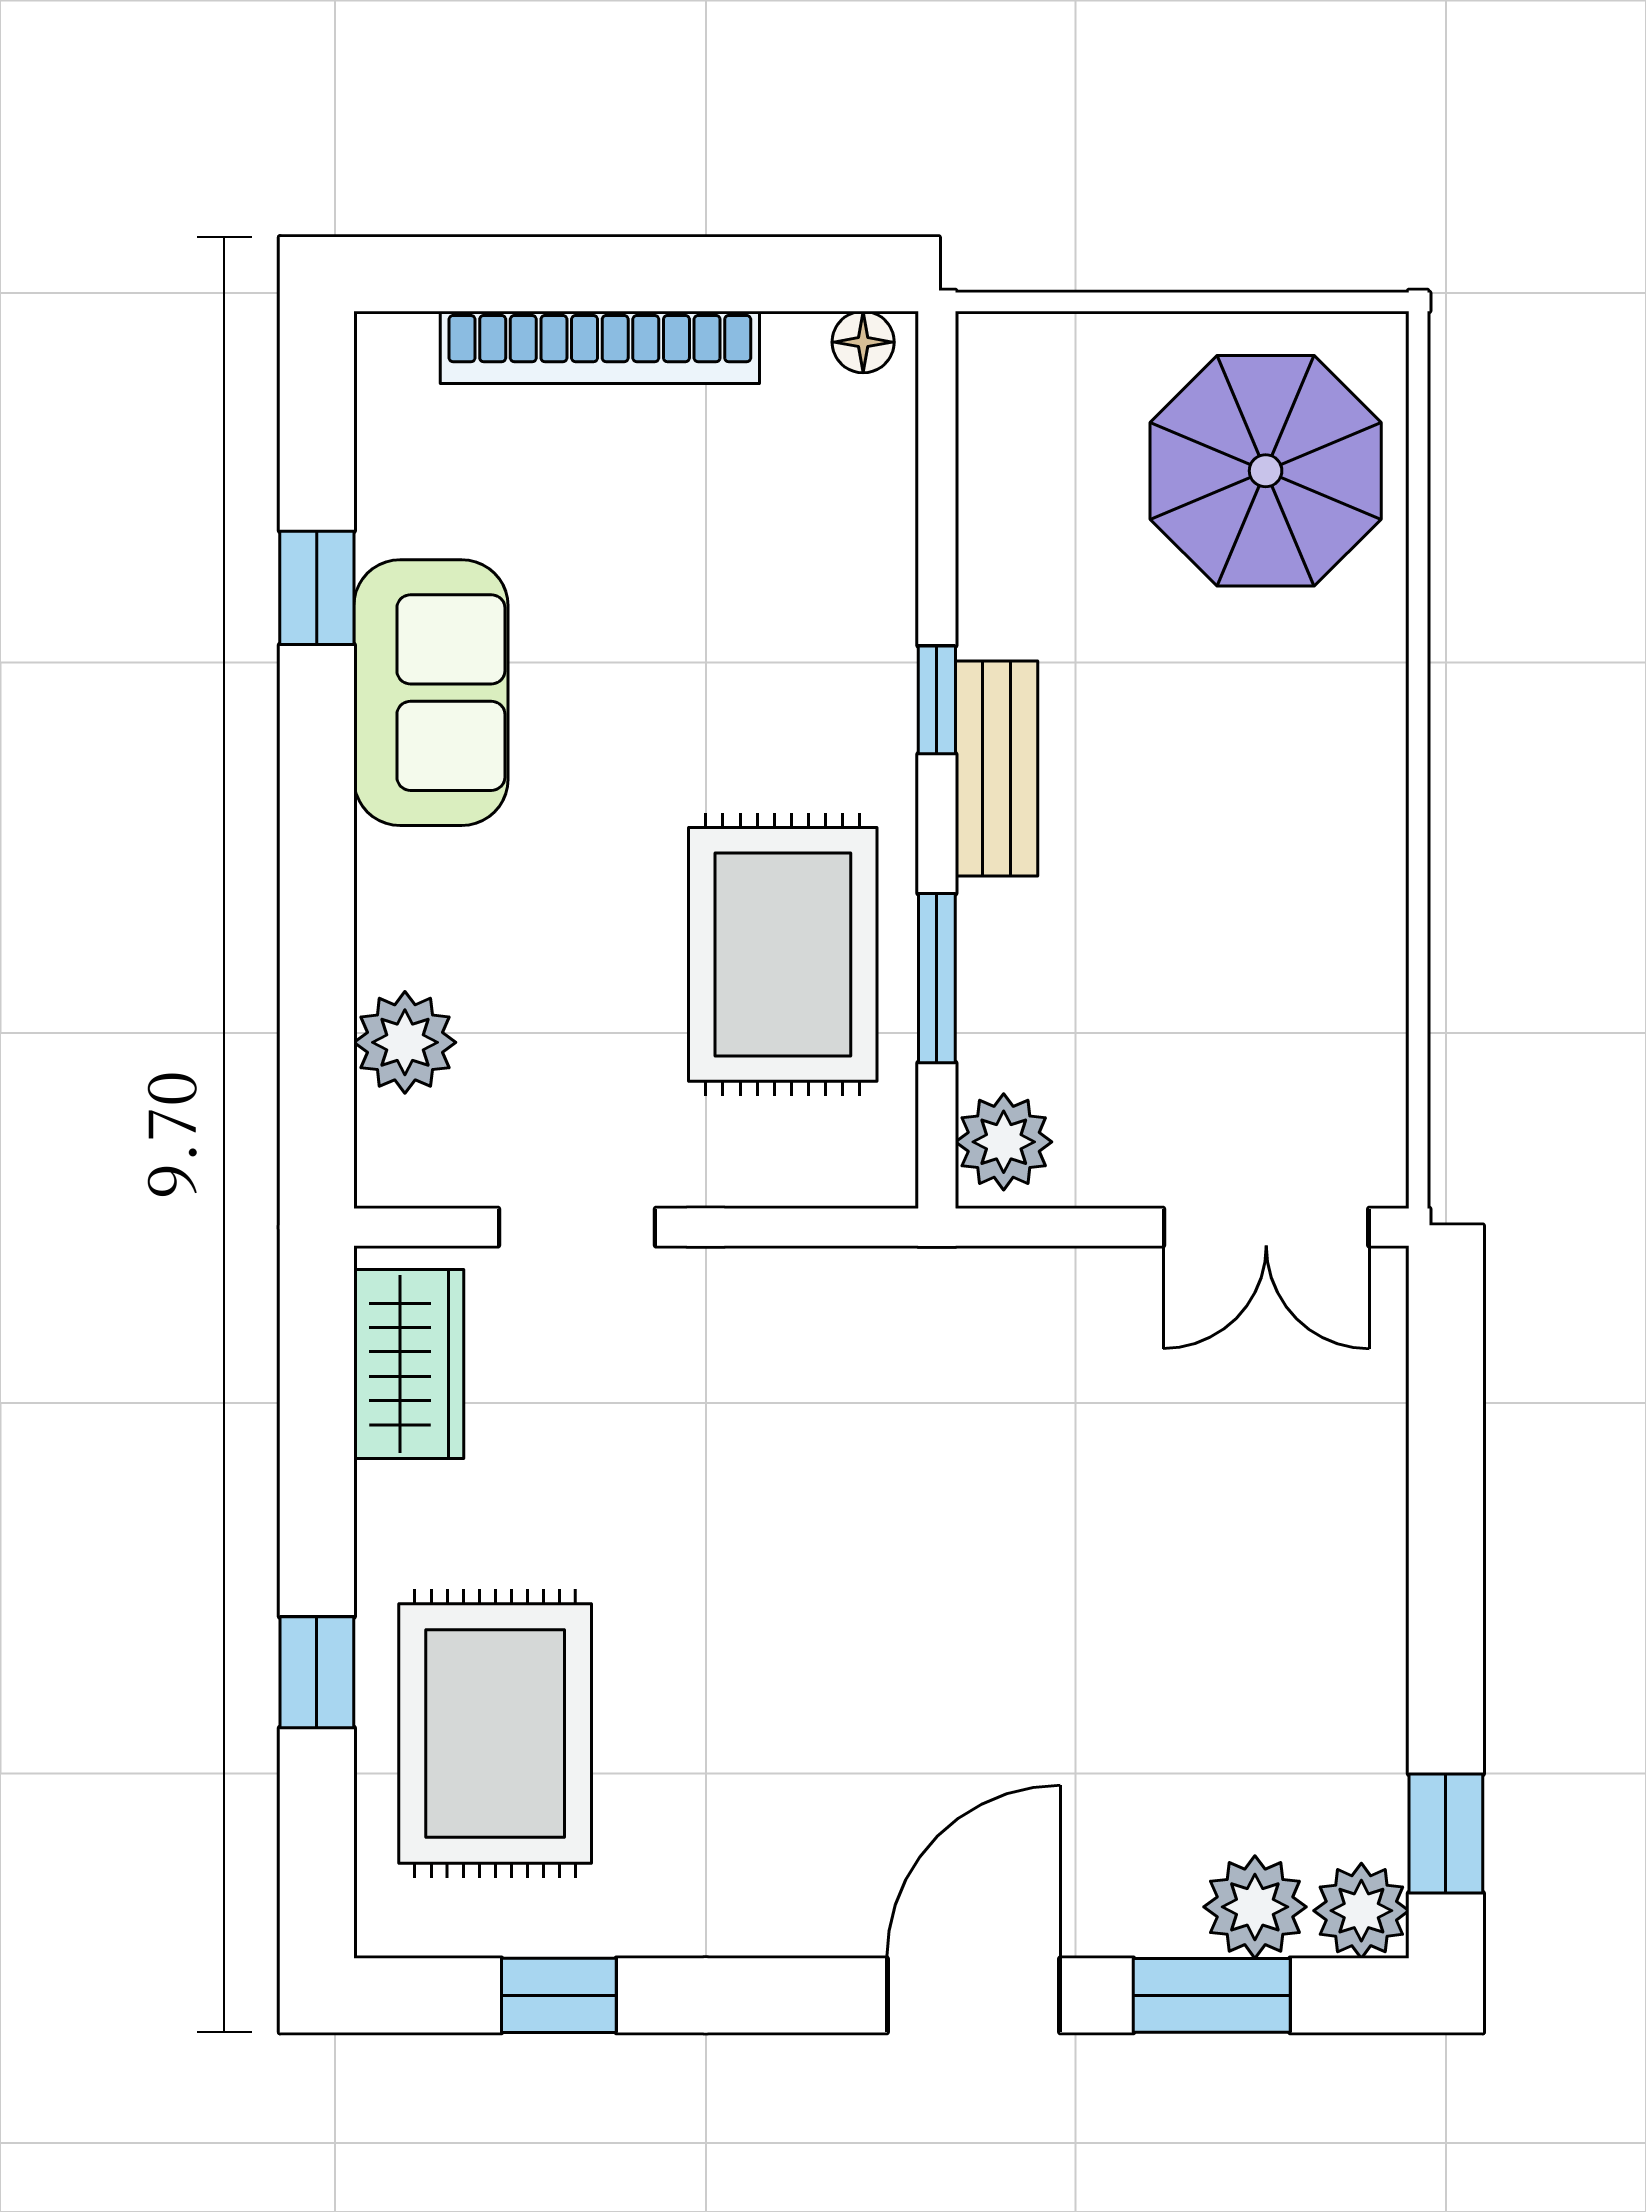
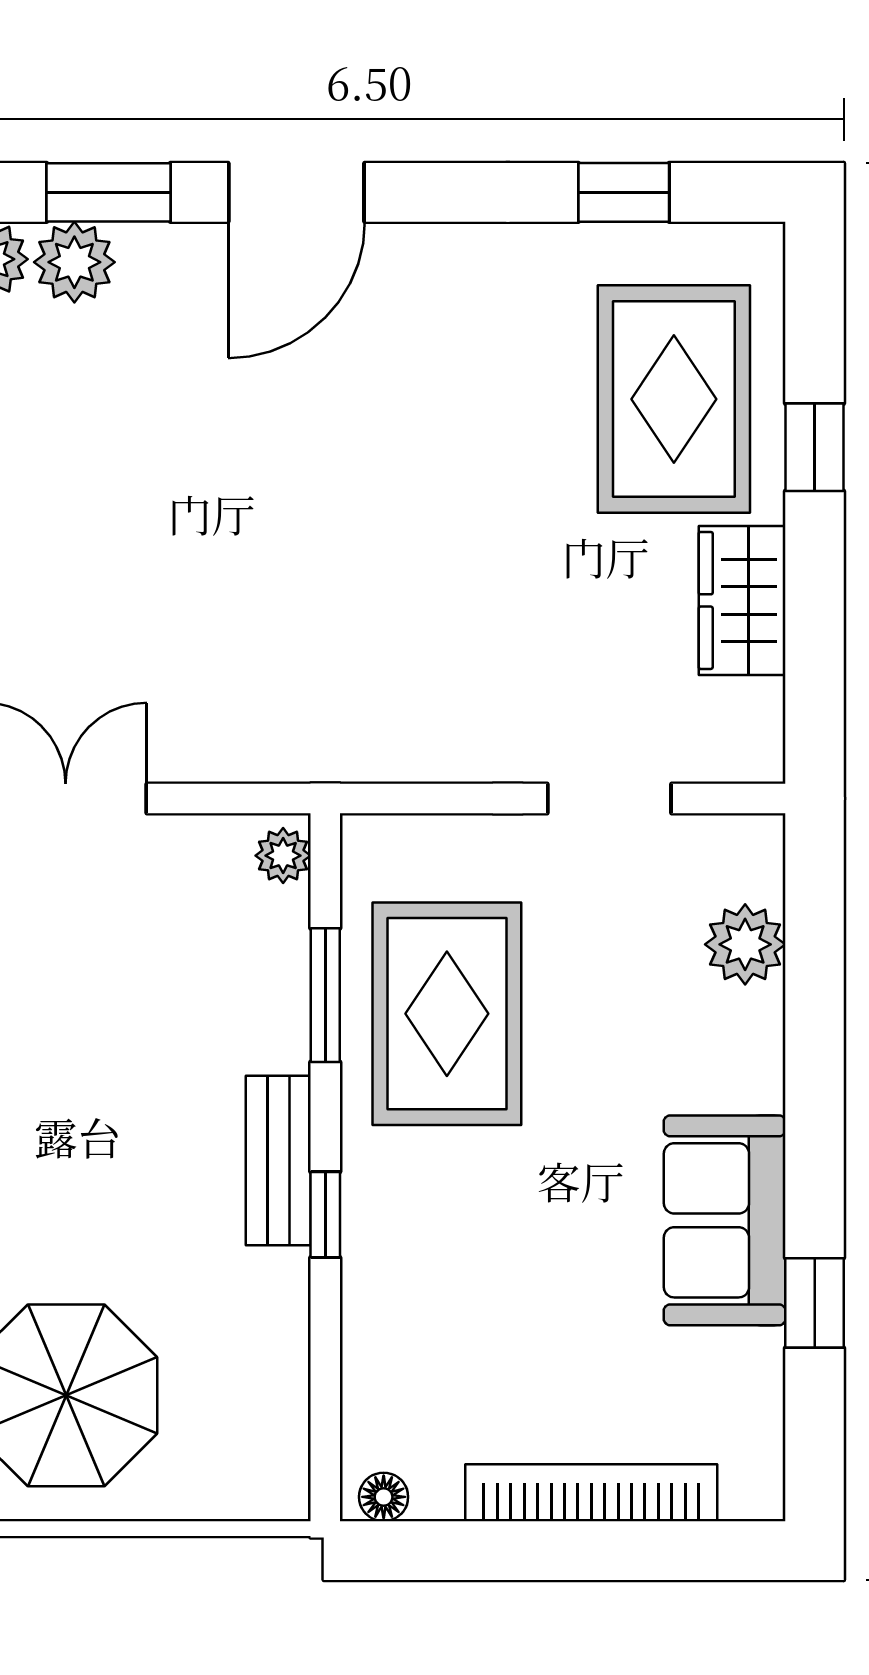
plant: (1004, 1142) -> (283, 856), width x0.73, depth x0.73
wardrobe: (409, 1364) -> (742, 600), moved

